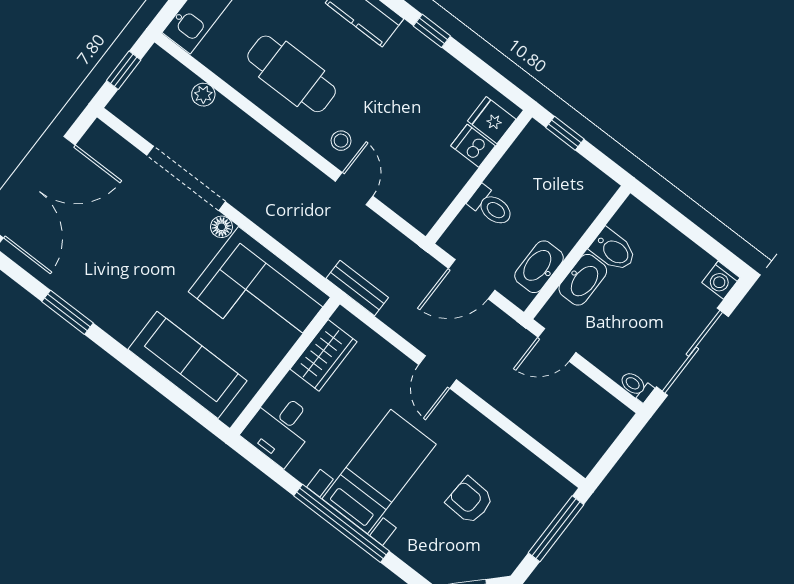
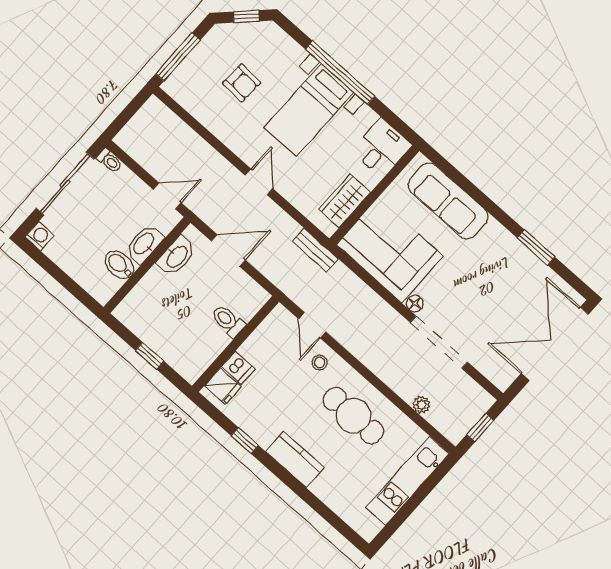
fridge: (492, 120) -> (223, 386), moved
dishwasher: (473, 146) -> (238, 368), moved
wall: (479, 177) -> (236, 344), moved
toilet: (491, 206) -> (228, 321), moved

